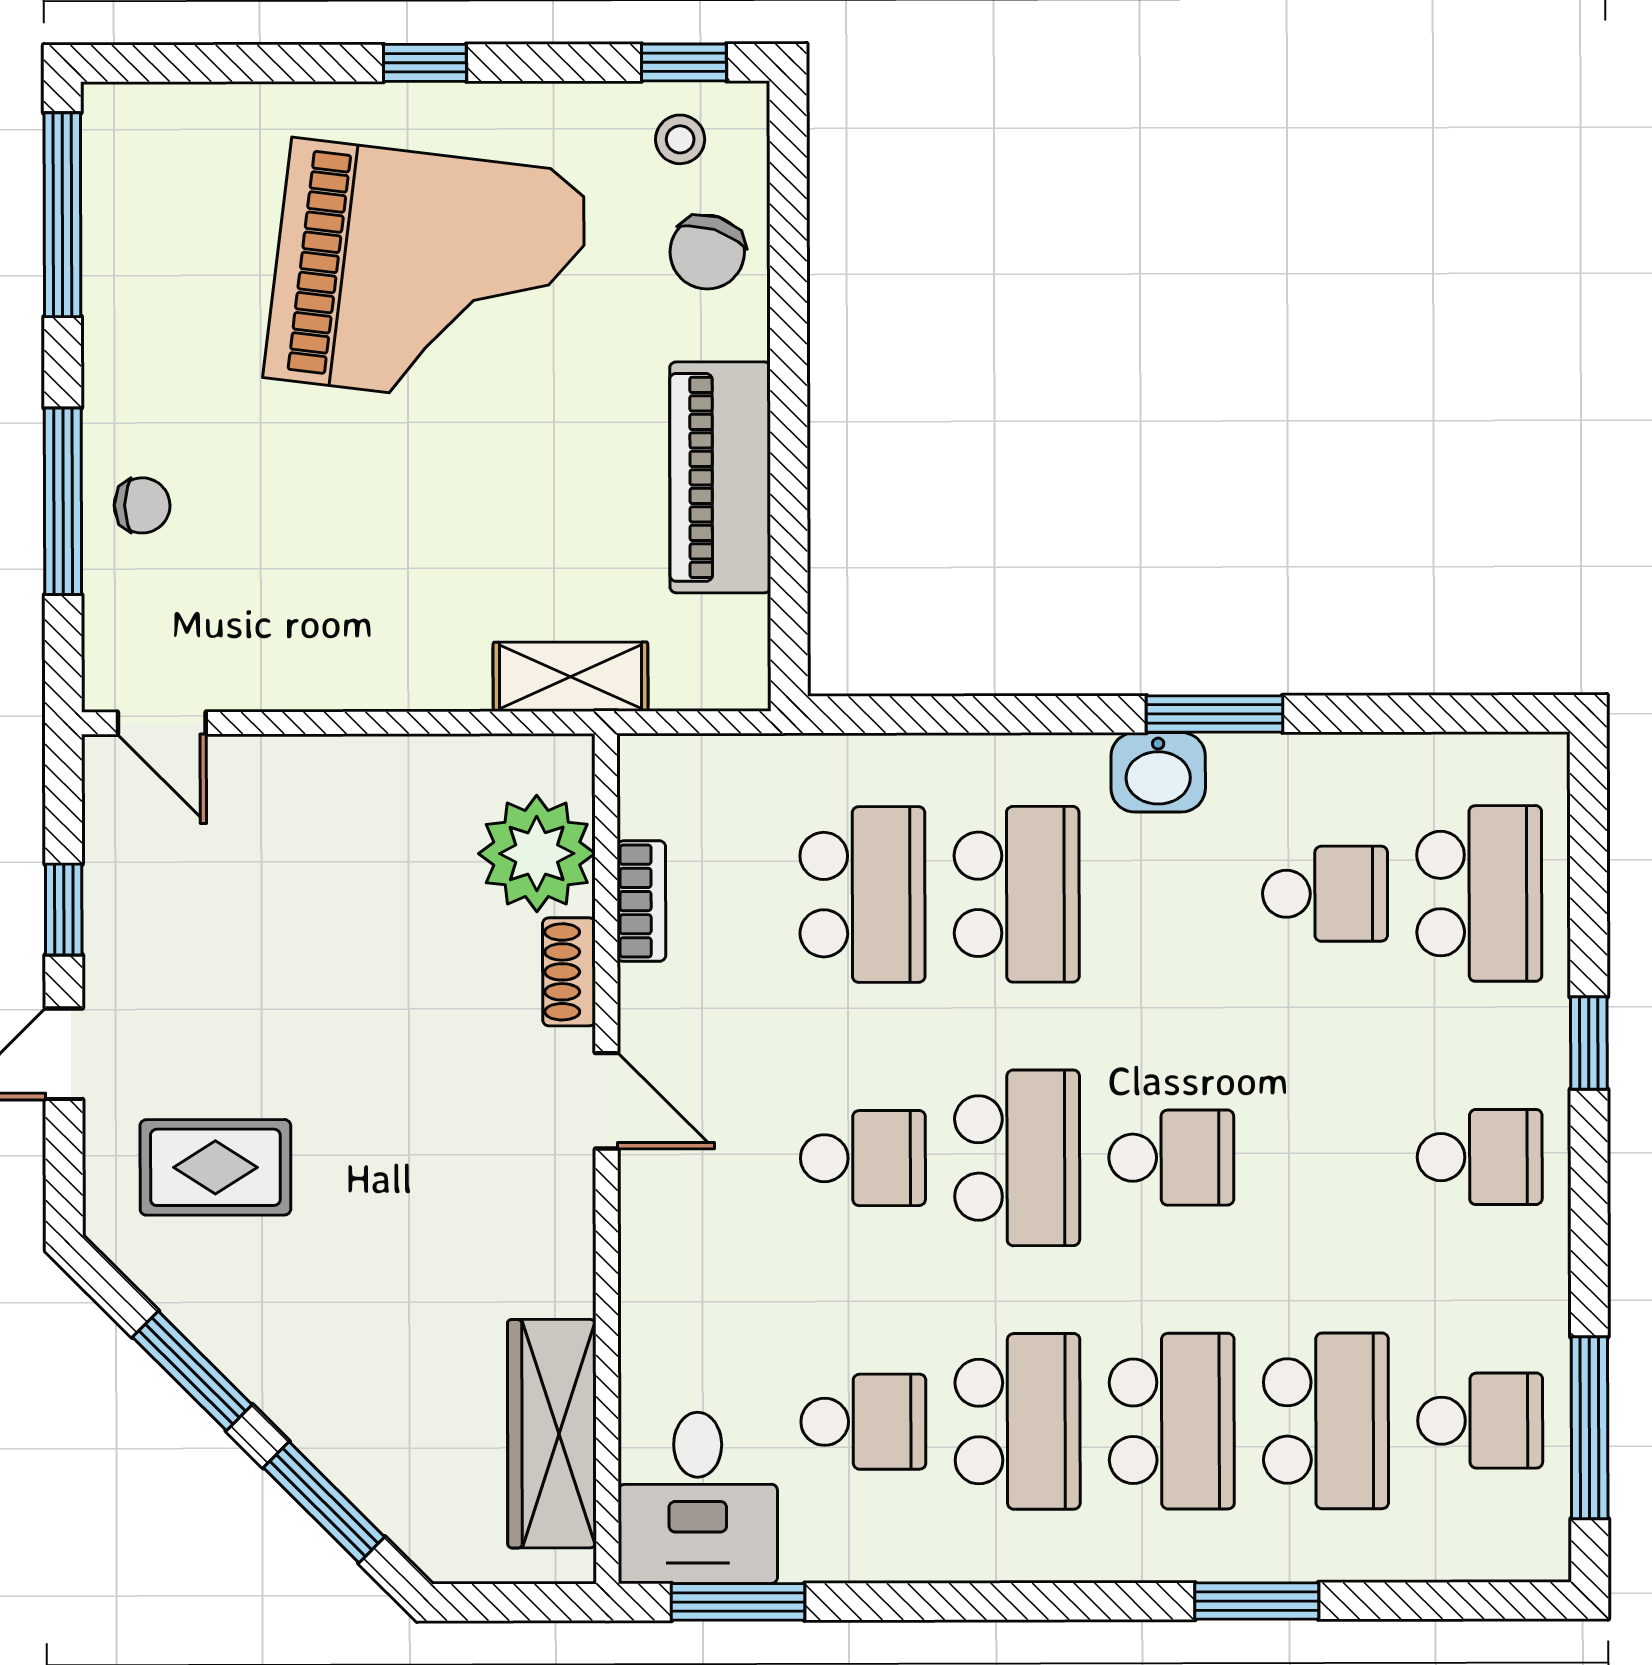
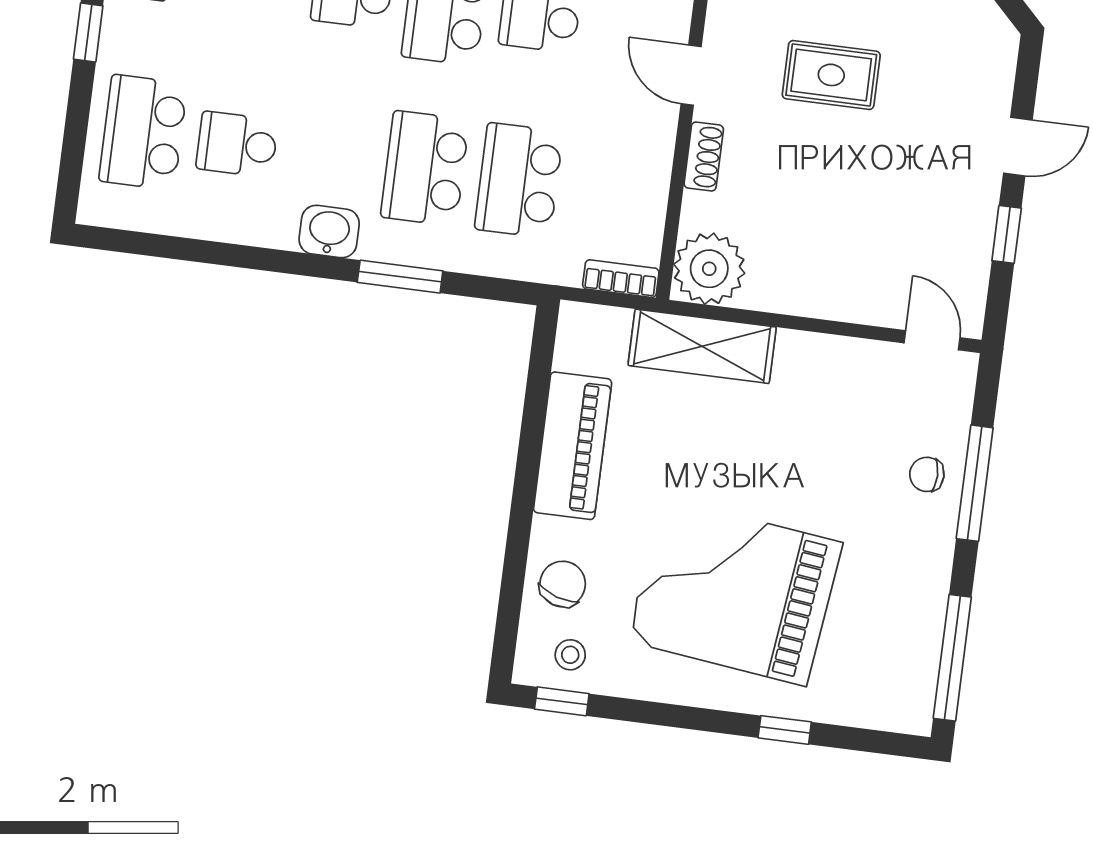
window: (425, 63) -> (785, 730), moved
shelving: (571, 677) -> (702, 346), width x1.50, depth x1.33
window: (1214, 714) -> (400, 277), moved
plant: (537, 853) -> (709, 269), moved
bookcase: (641, 901) -> (621, 279), moved, turned 90
rug: (215, 1167) -> (831, 75), moved

